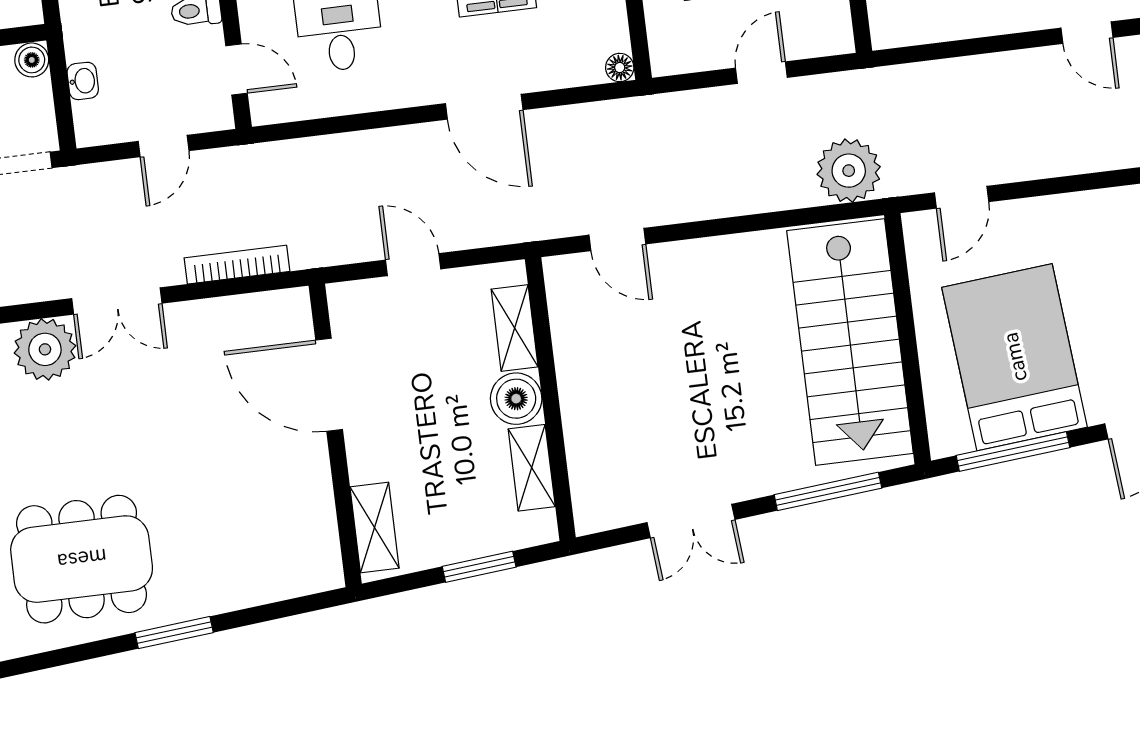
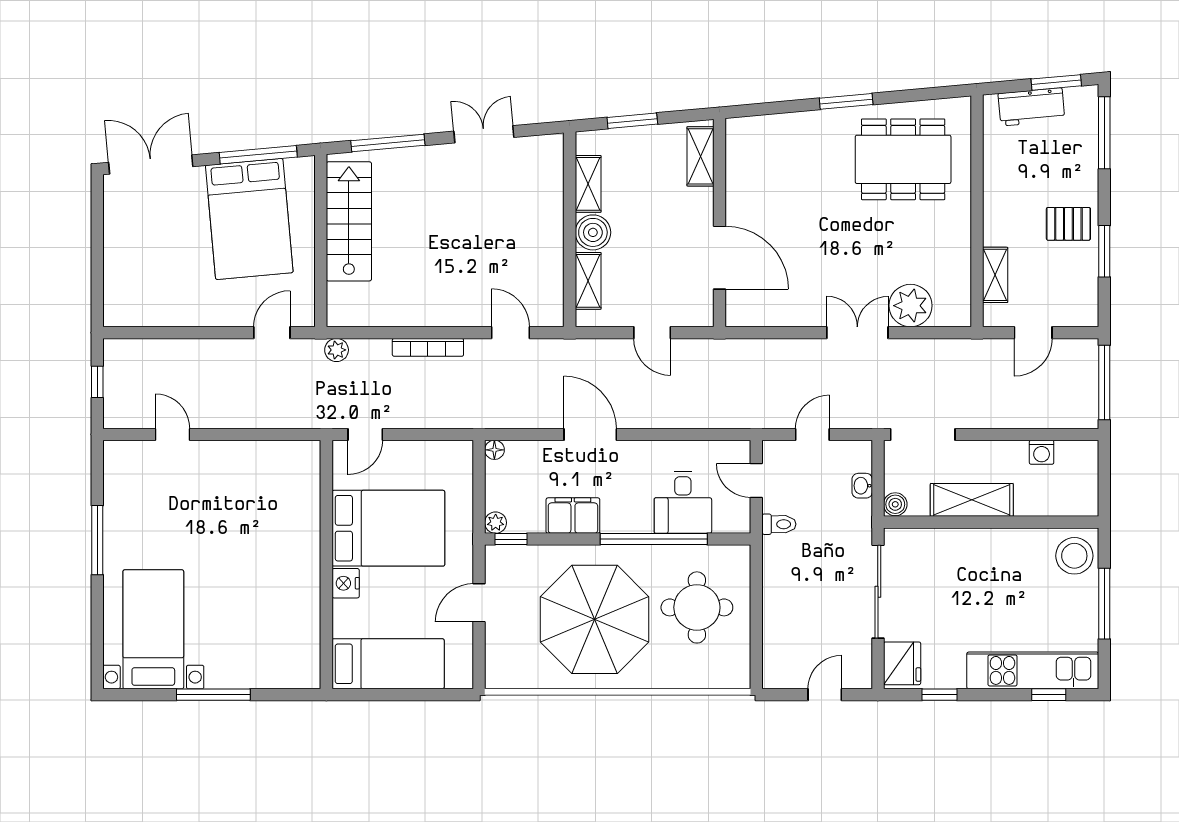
door: (761, 73) -> (365, 434), moved
plant: (849, 171) -> (337, 350), width x0.53, depth x0.53
bookcase: (237, 265) -> (428, 347), moved
stairs: (850, 342) -> (349, 221), width x0.73, depth x0.66

